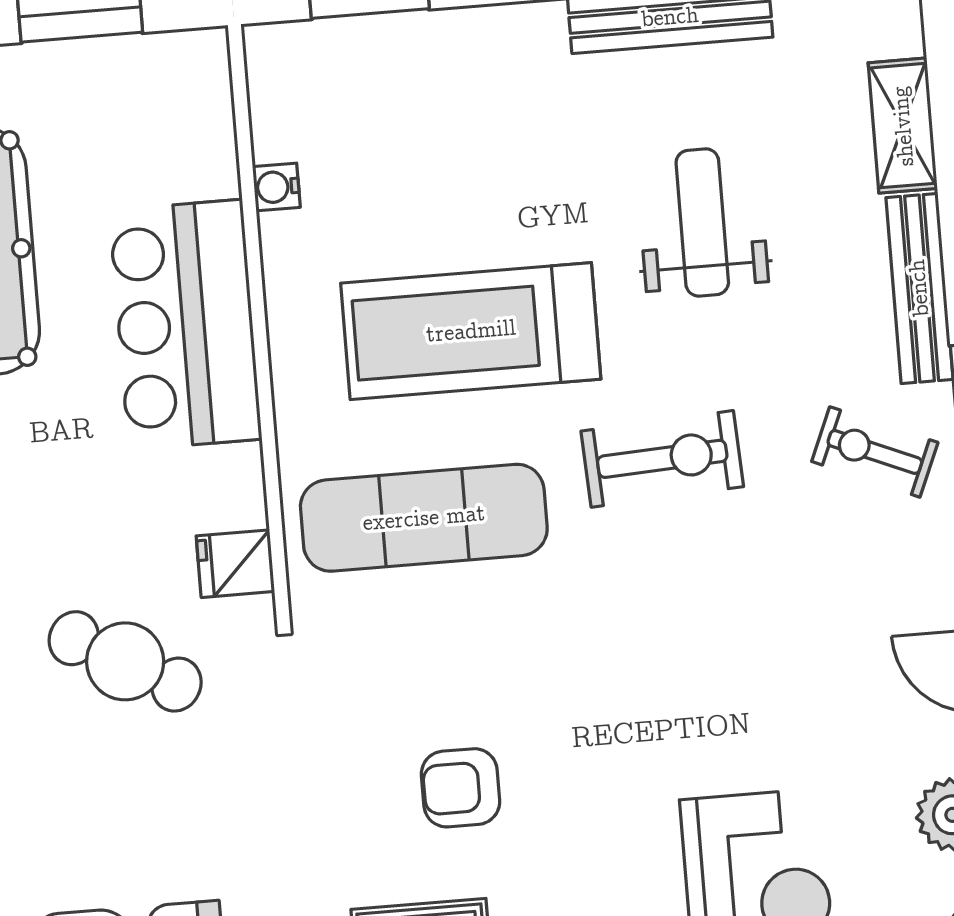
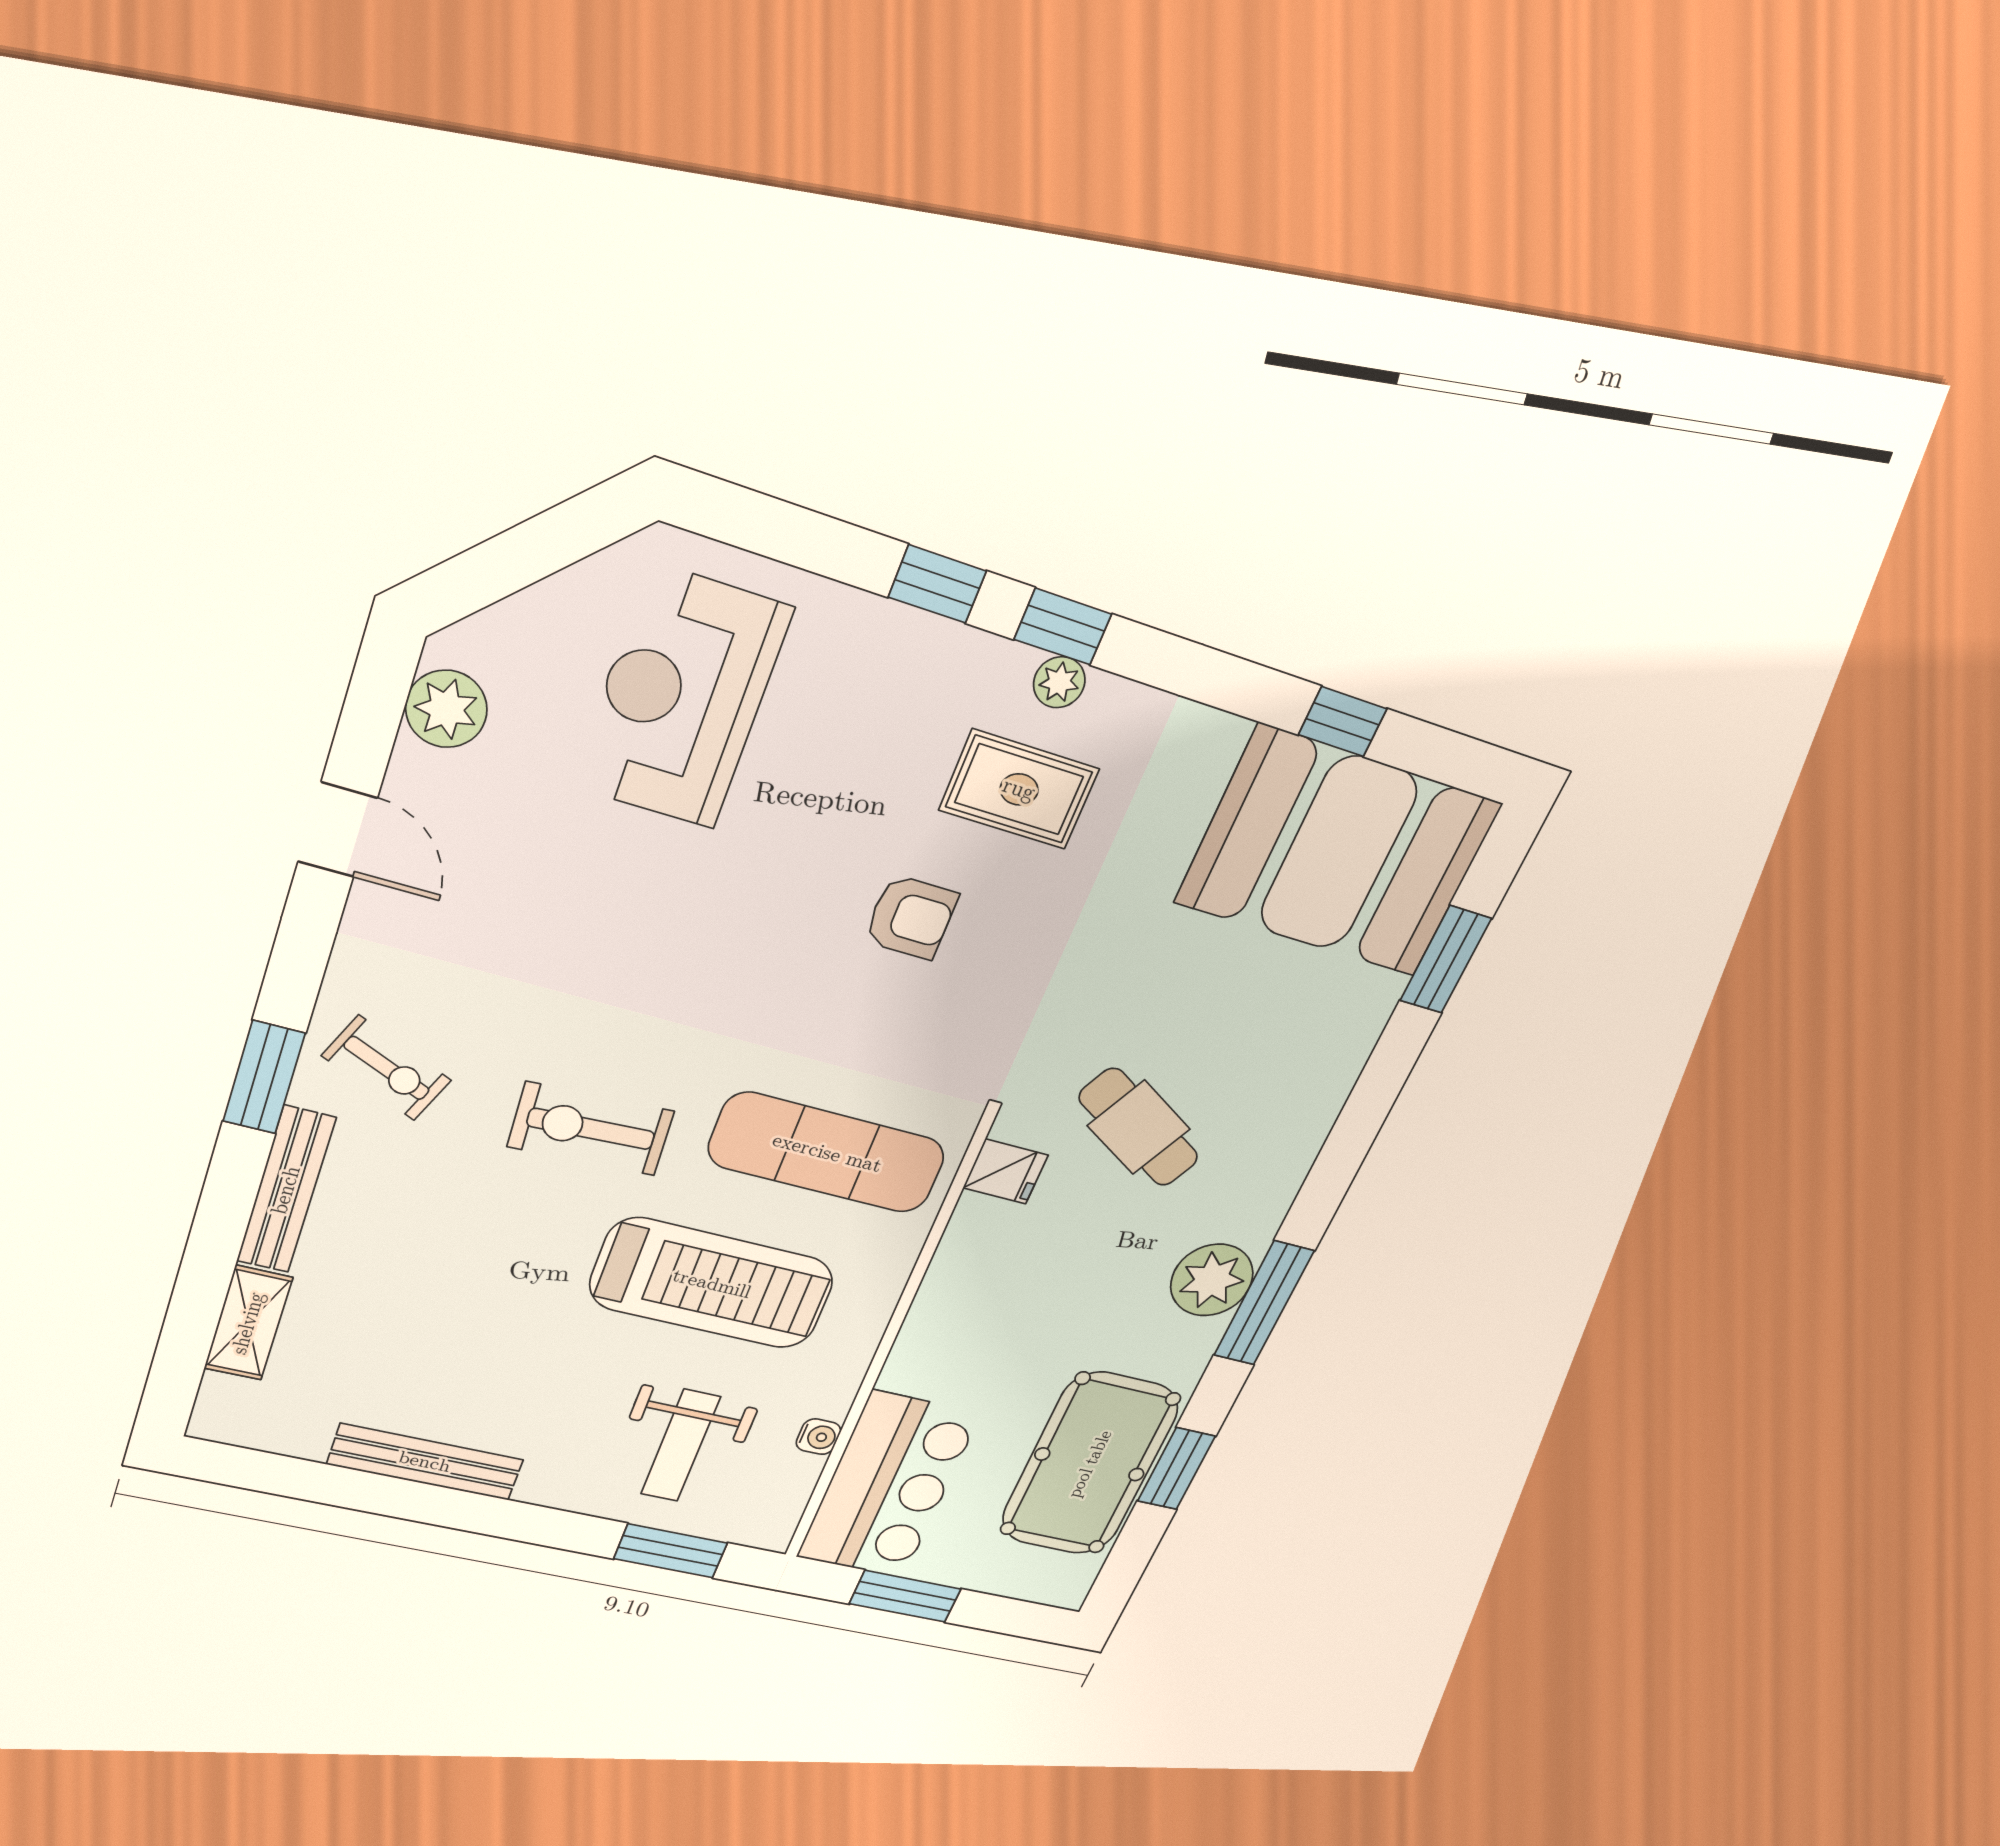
weight bench: (702, 222) -> (681, 1446), moved
bar counter: (185, 325) -> (888, 1486), moved

